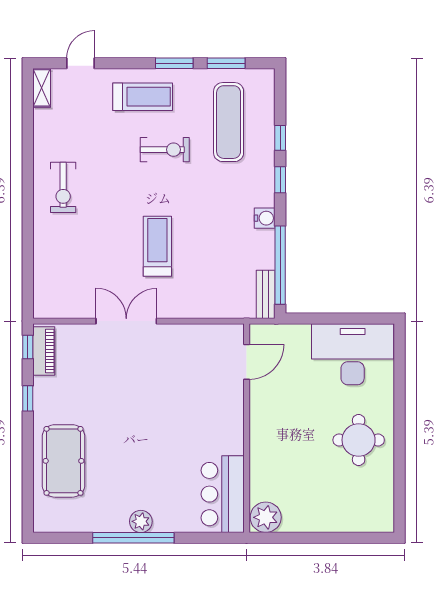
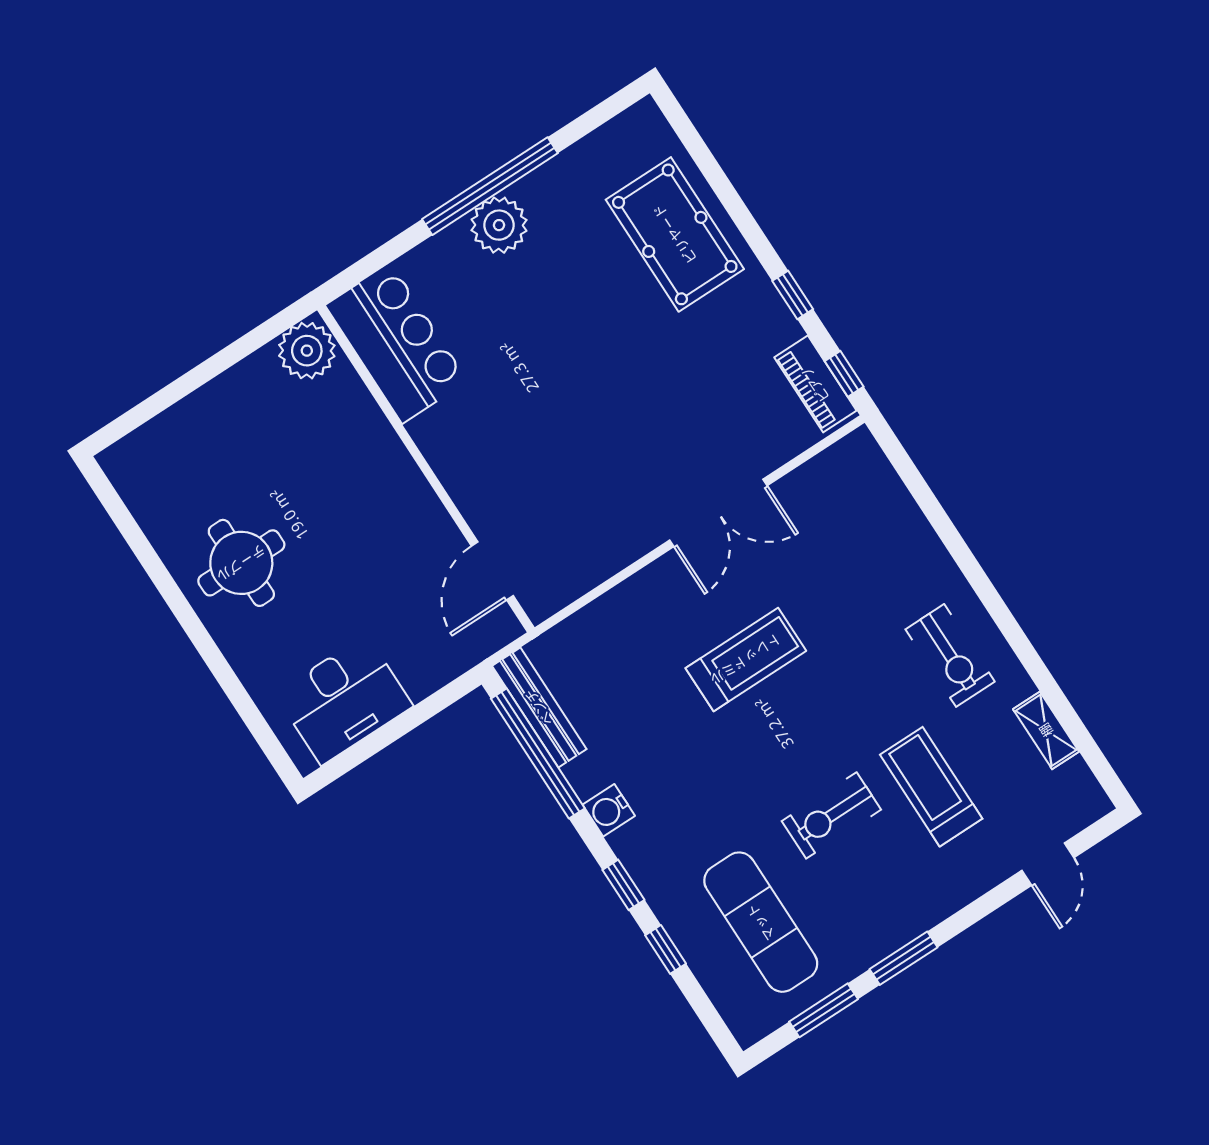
shelving: (42, 88) -> (1046, 730), moved
treadmill: (143, 97) -> (931, 787), moved, turned 90
exercise bike: (63, 187) -> (950, 655), turned 180
treadmill: (157, 246) -> (746, 659), turned -90
bench: (266, 294) -> (539, 707), width x1.36
desk: (353, 354) -> (344, 700), width x0.73, depth x0.77
plant: (141, 521) -> (499, 225), width x1.36, depth x1.36

